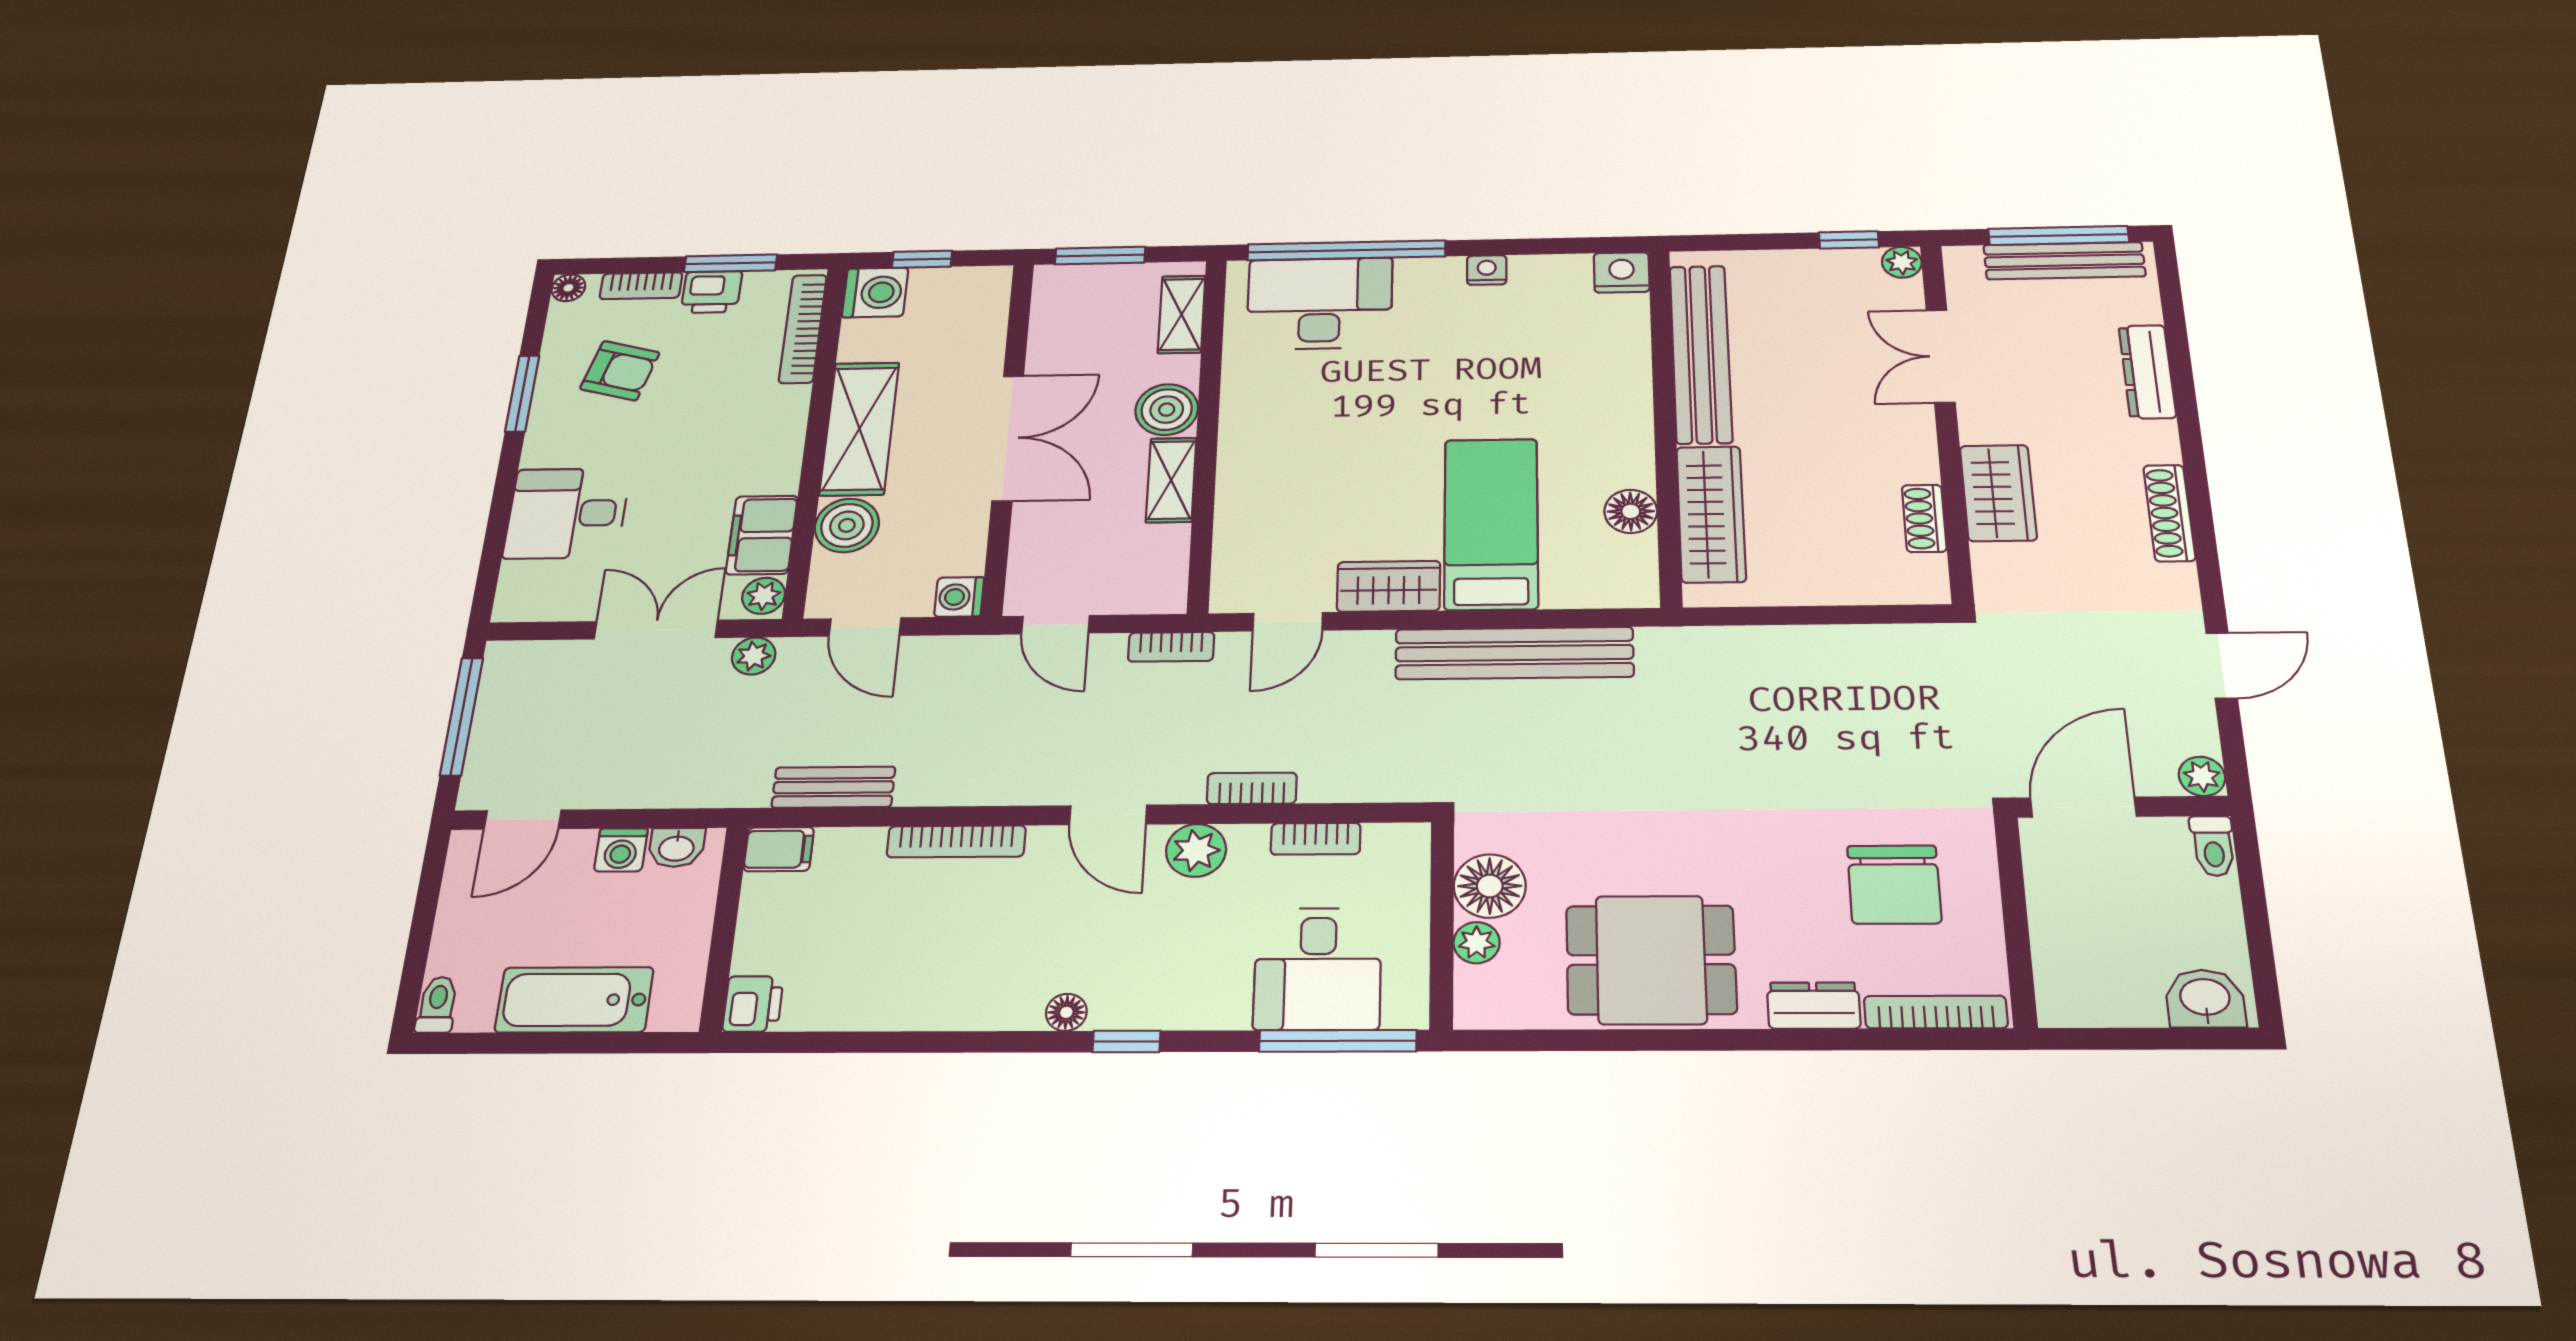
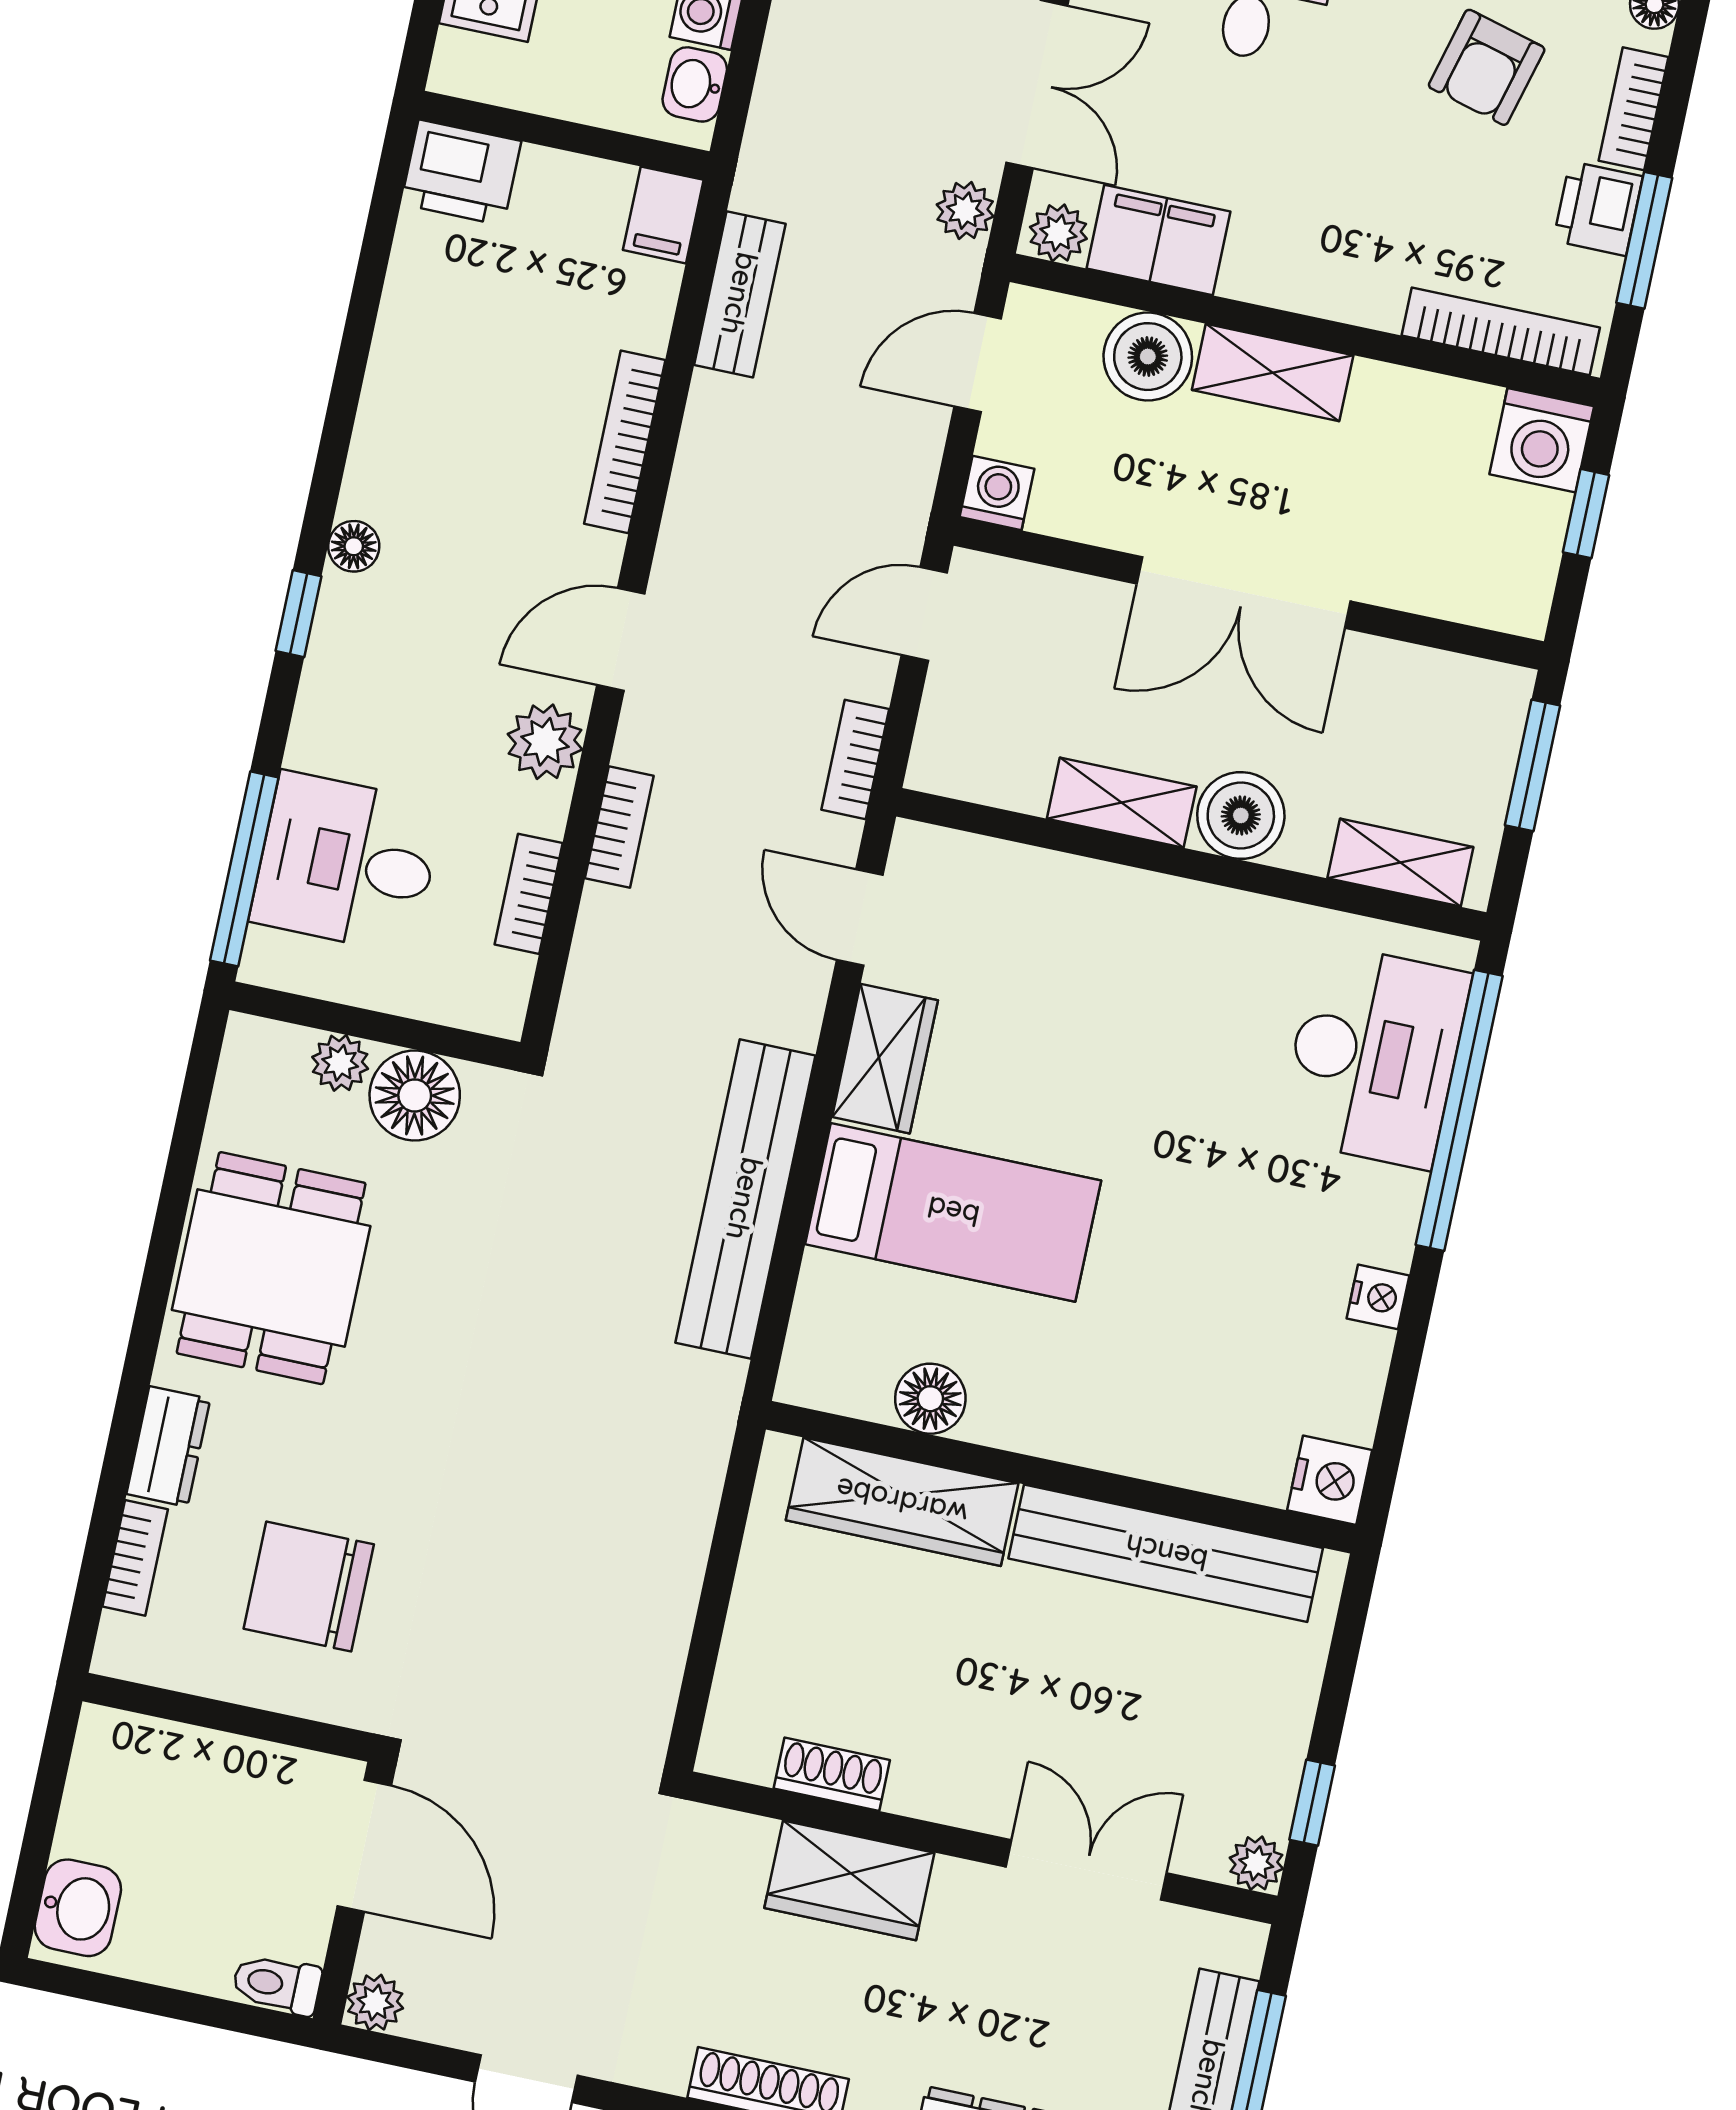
shelving: (859, 428) -> (1273, 373), width x0.67, depth x0.75
printer: (753, 1004) -> (461, 173), width x1.36, depth x1.24
bookcase: (1936, 1012) -> (135, 1558), width x0.64

